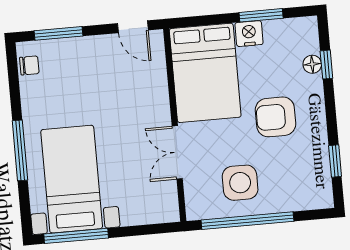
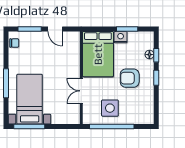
door: (133, 27) -> (55, 29), moved
window: (335, 161) -> (156, 78), moved

